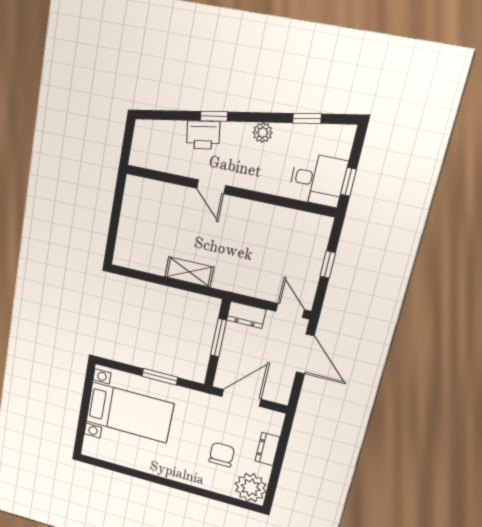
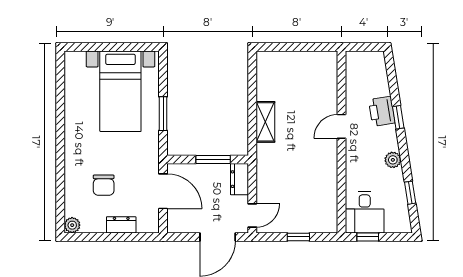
chair: (222, 455) -> (104, 185), turned 90
plant: (251, 488) -> (72, 225), width x0.53, depth x0.53

